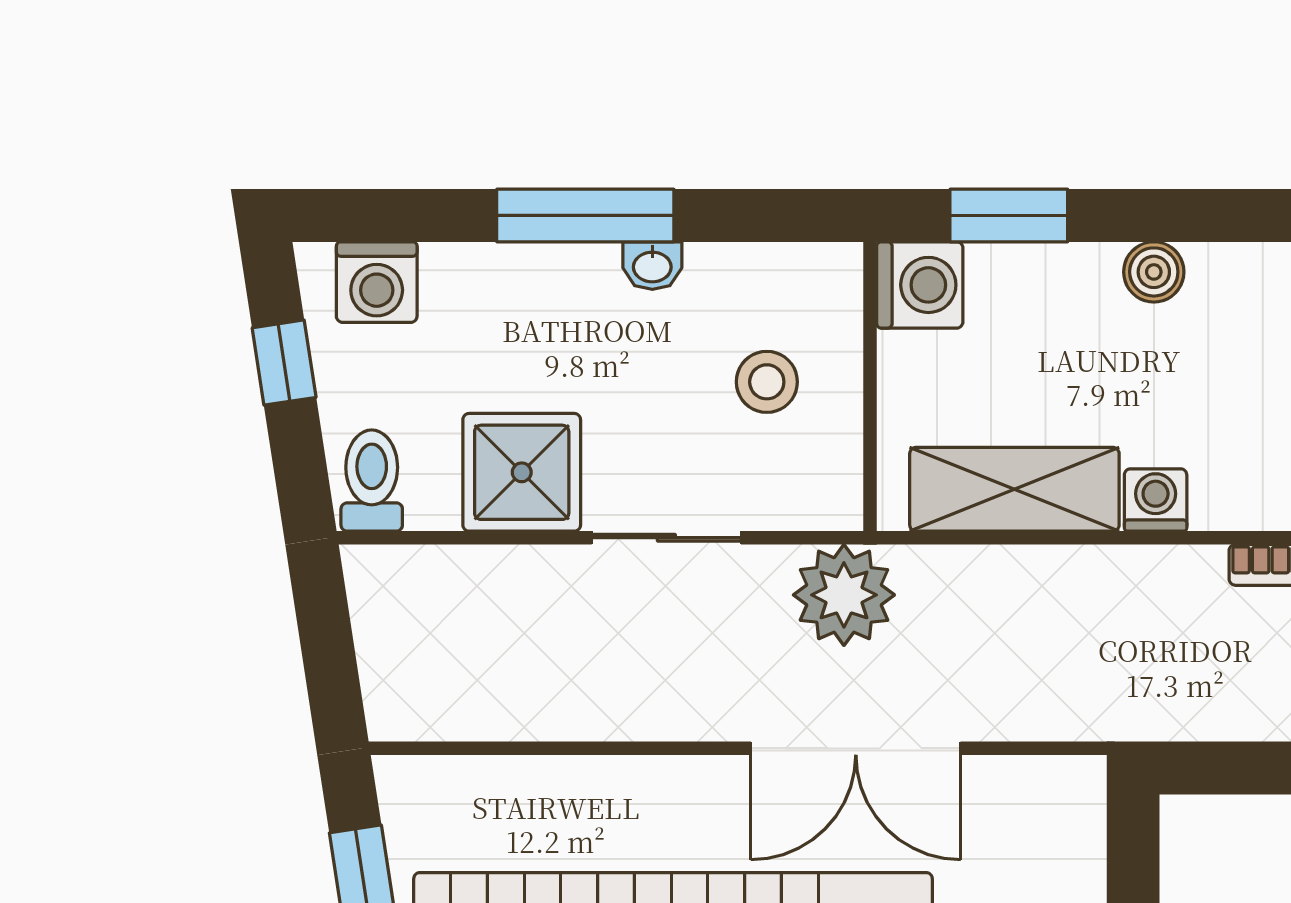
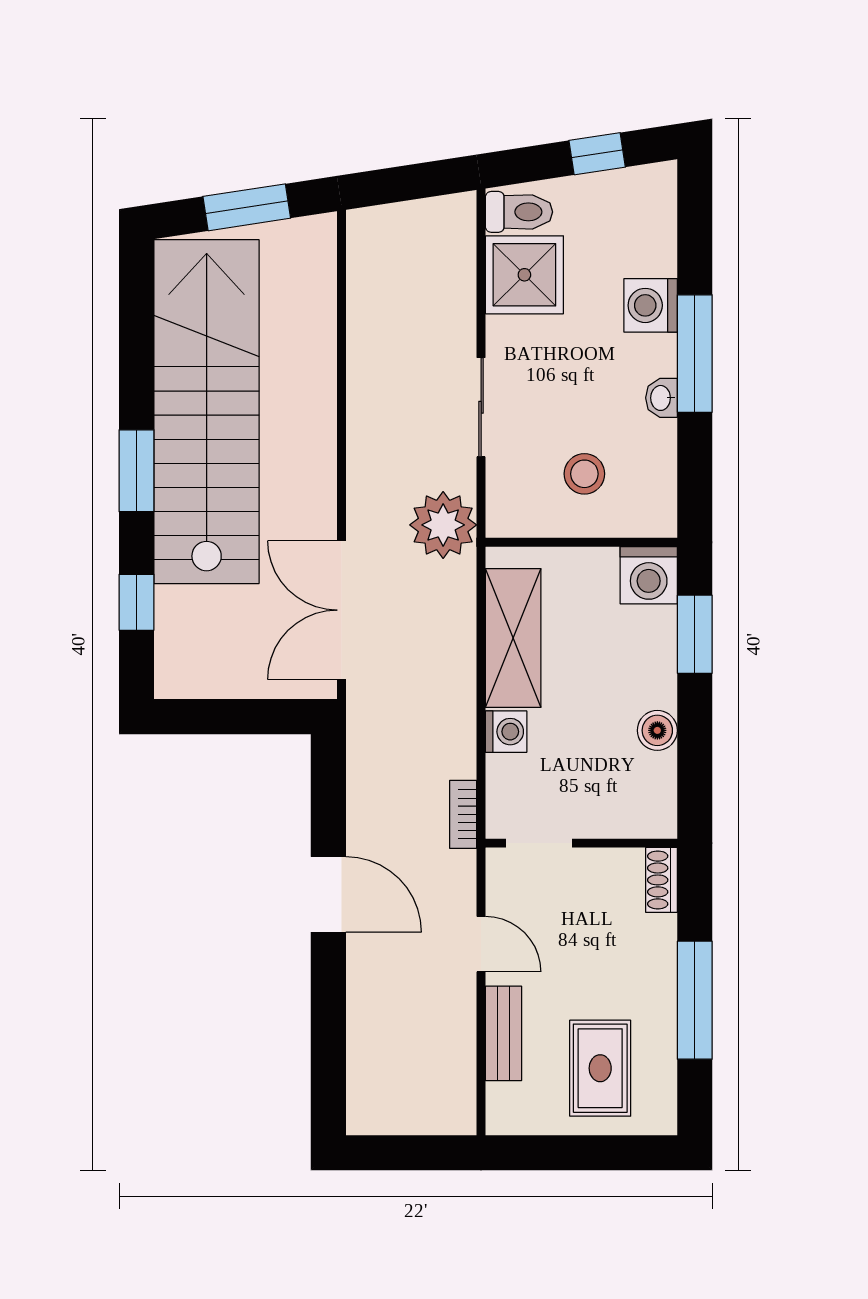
washing machine: (377, 282) -> (651, 305), moved
shower: (522, 472) -> (524, 275), moved
double door: (856, 748) -> (342, 610), moved

